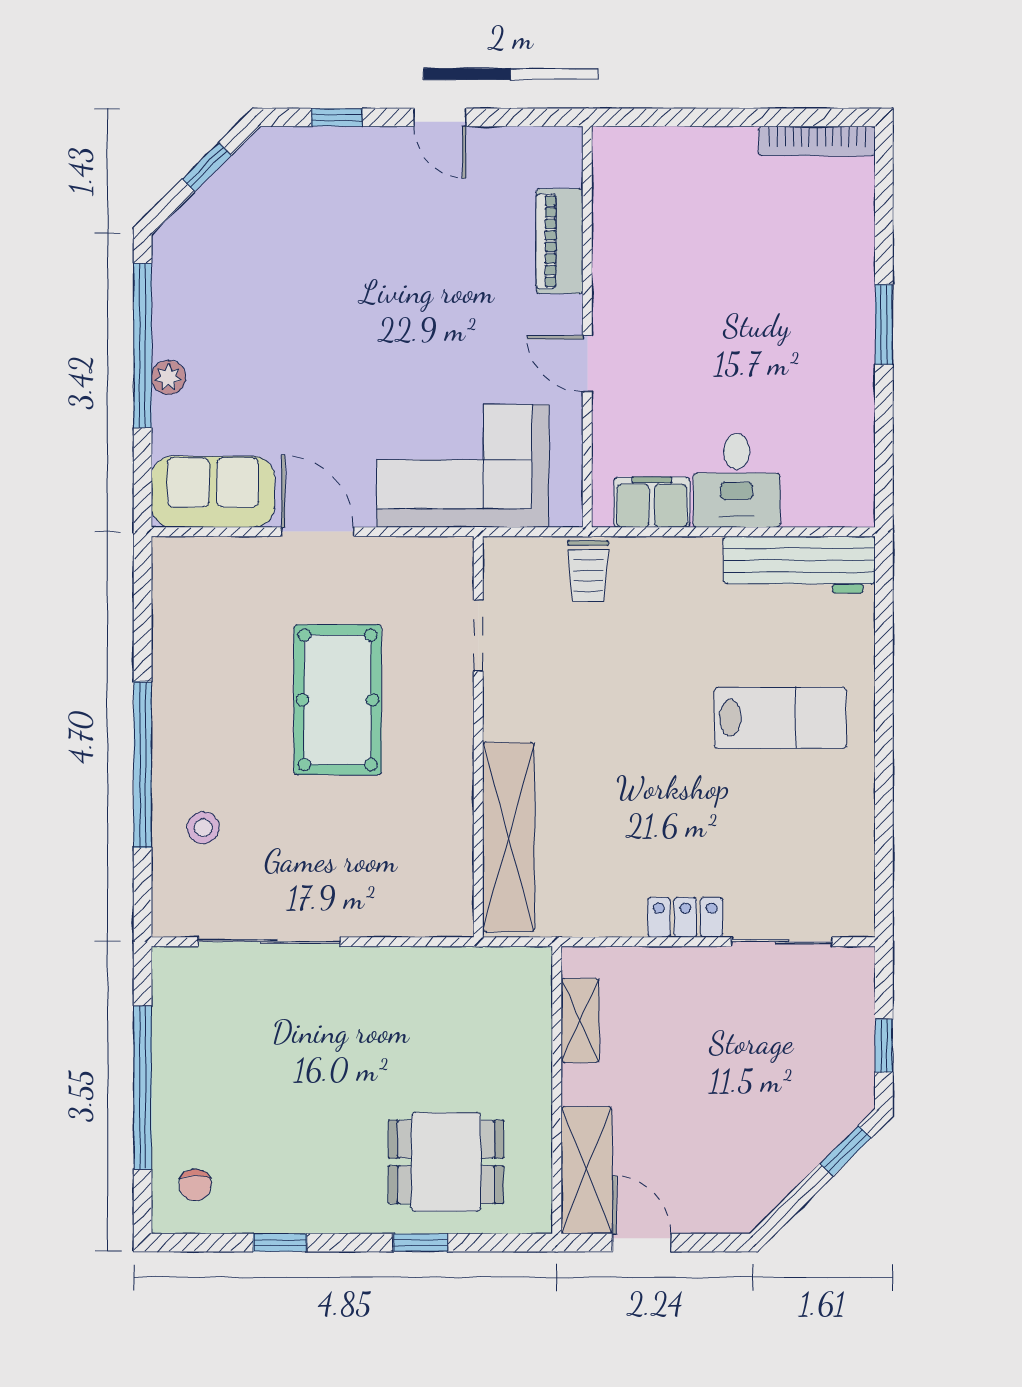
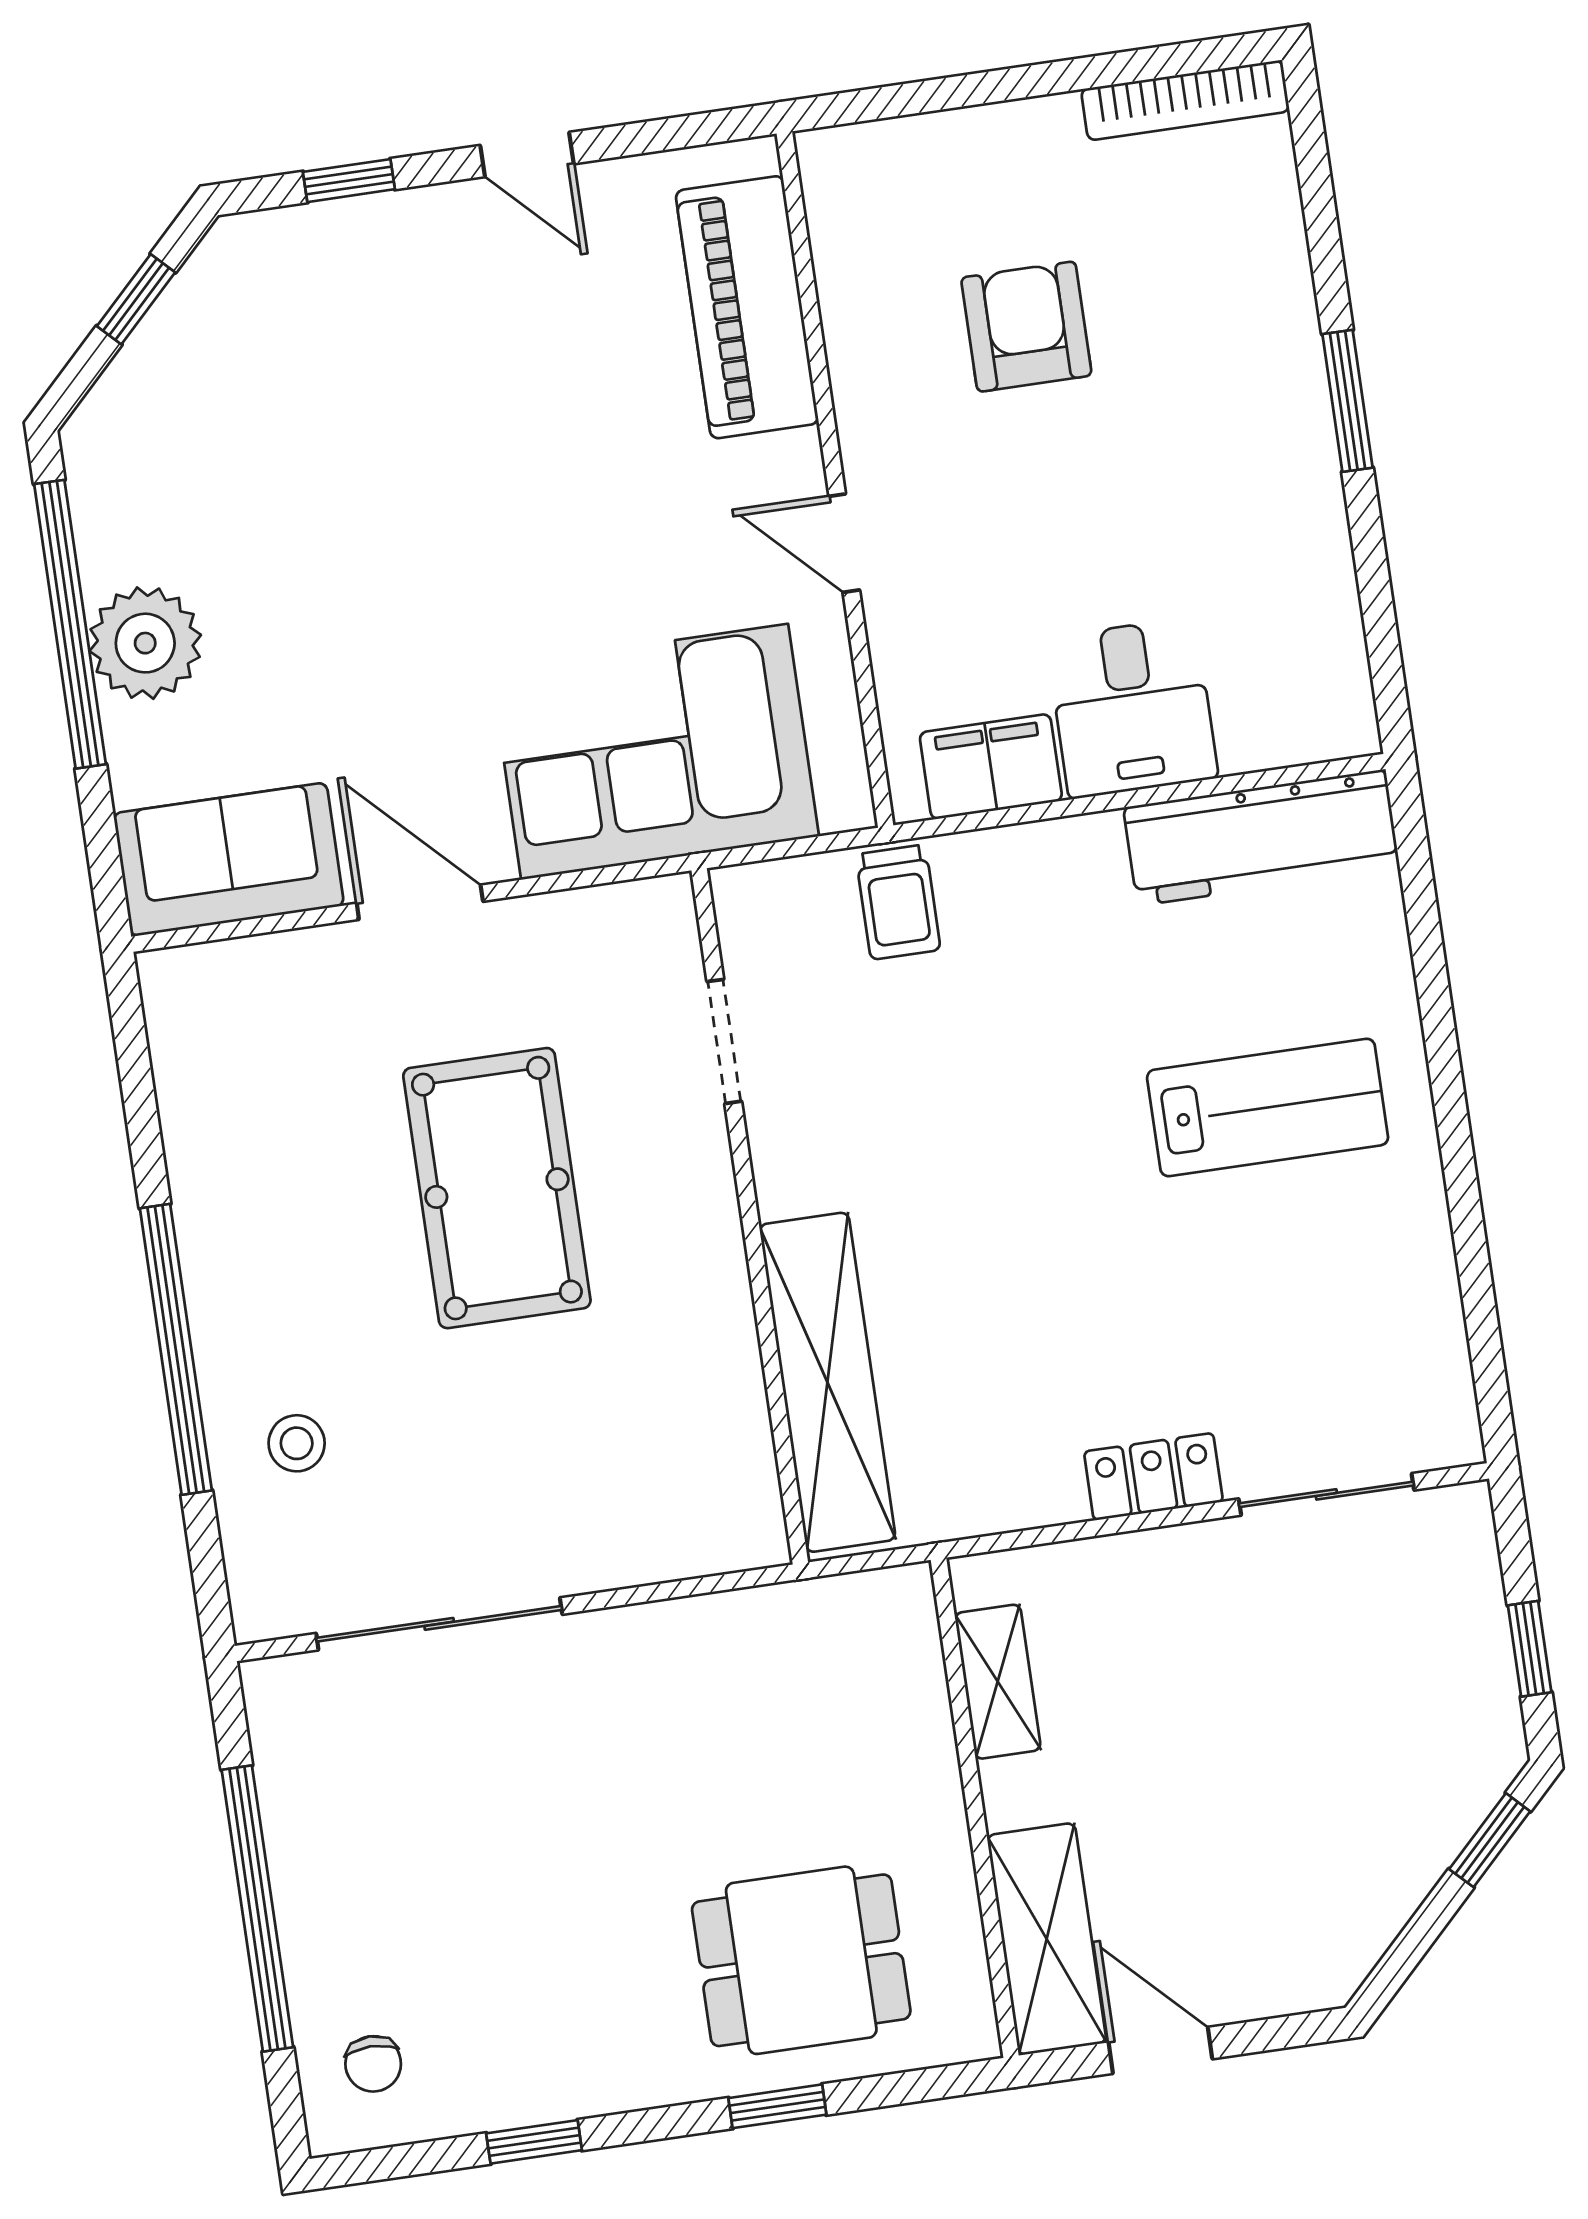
piano: (560, 241) -> (747, 307), width x1.37, depth x1.33
armchair: (708, 256) -> (1026, 327), added
plant: (168, 377) -> (145, 643), width x1.87, depth x1.87

